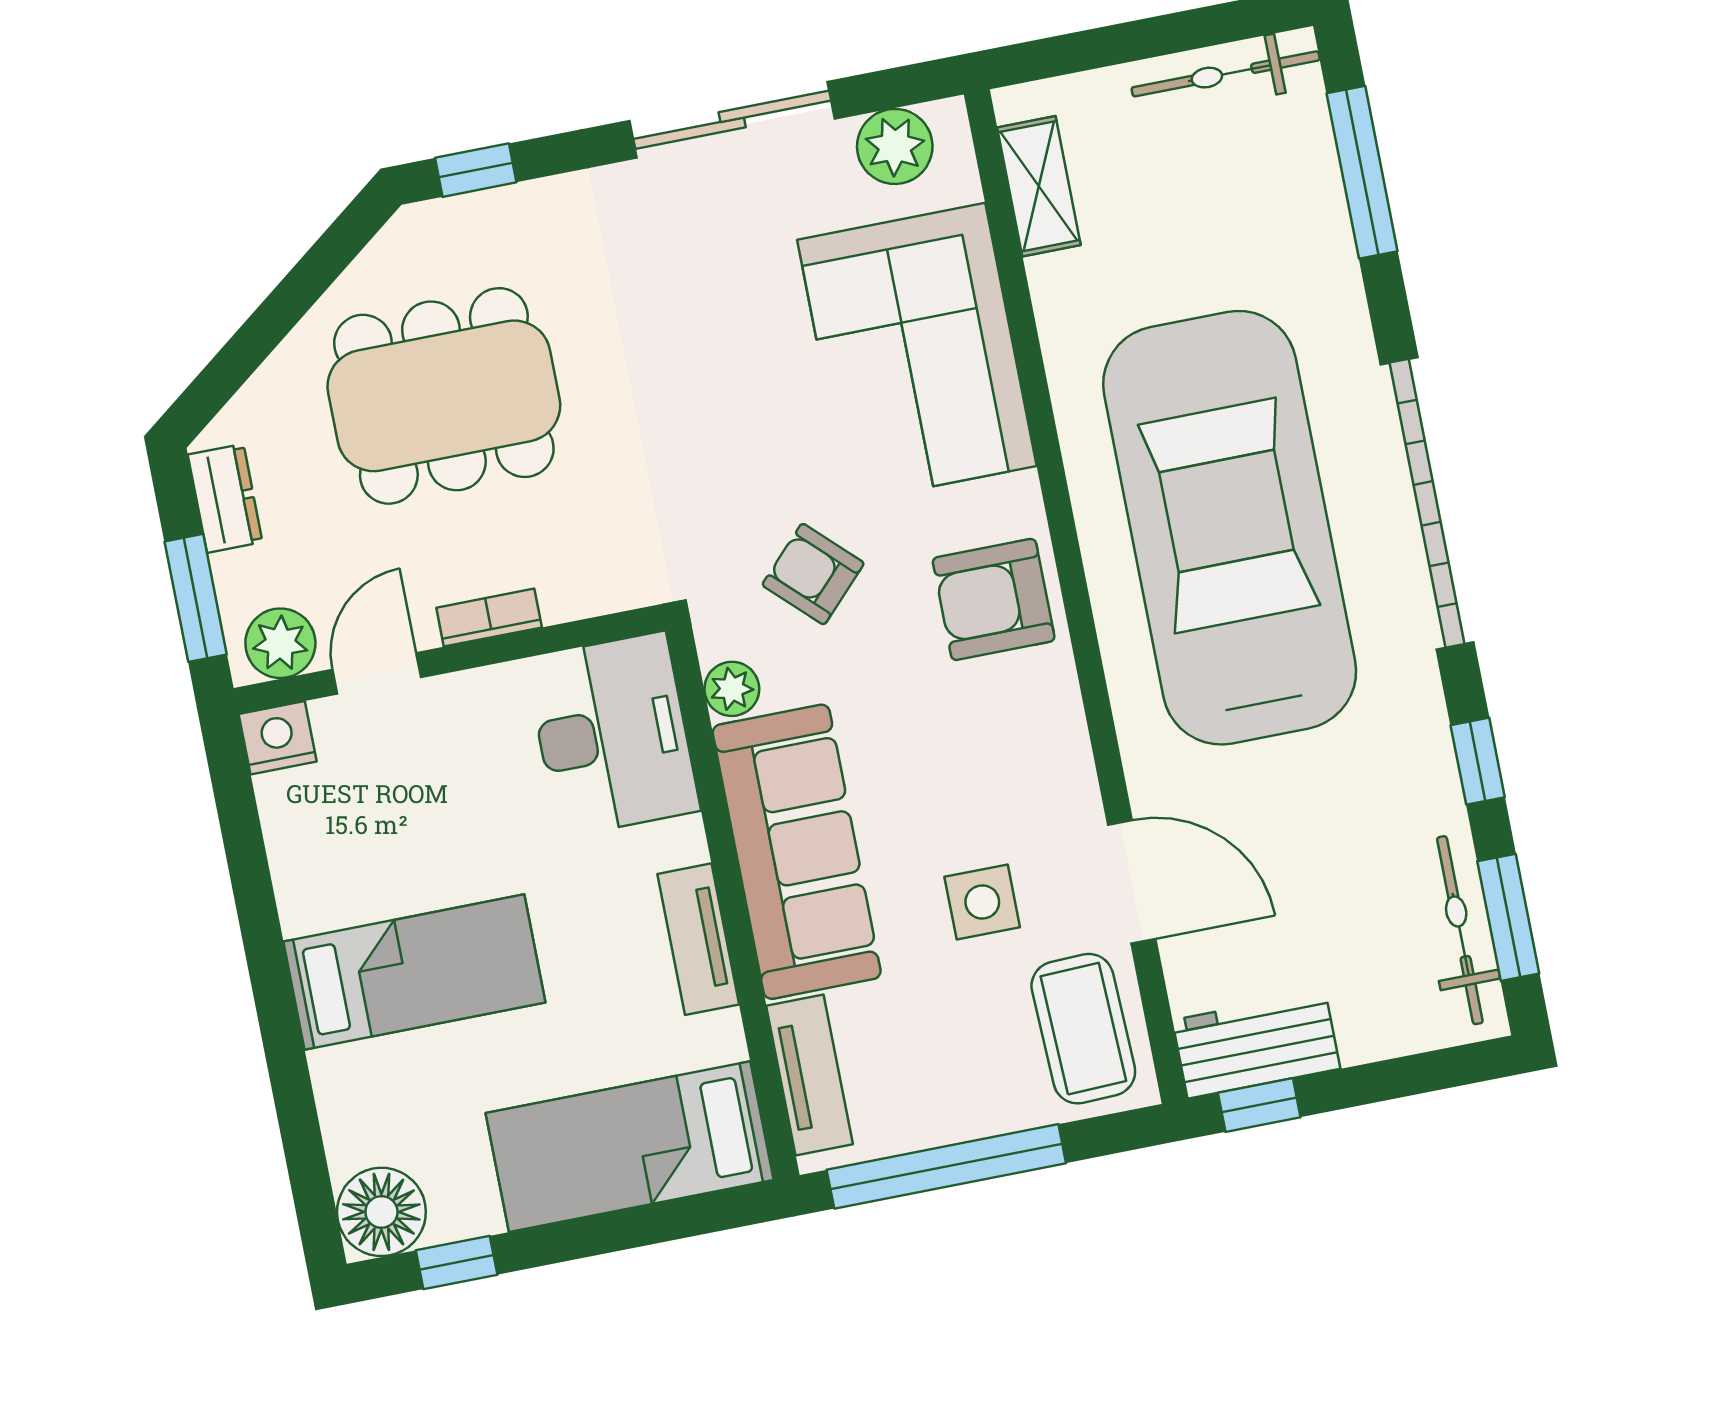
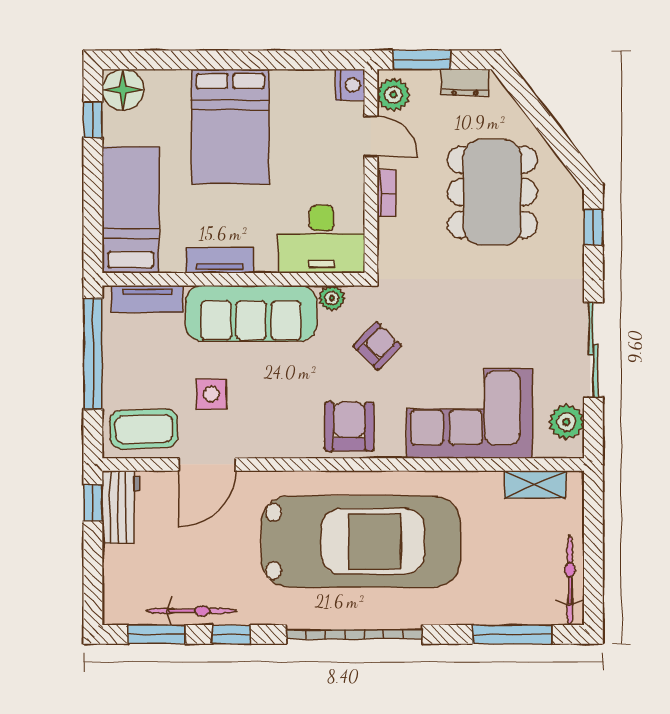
bicycle: (1460, 930) -> (192, 611), moved
bed: (414, 972) -> (230, 127), width x1.50

